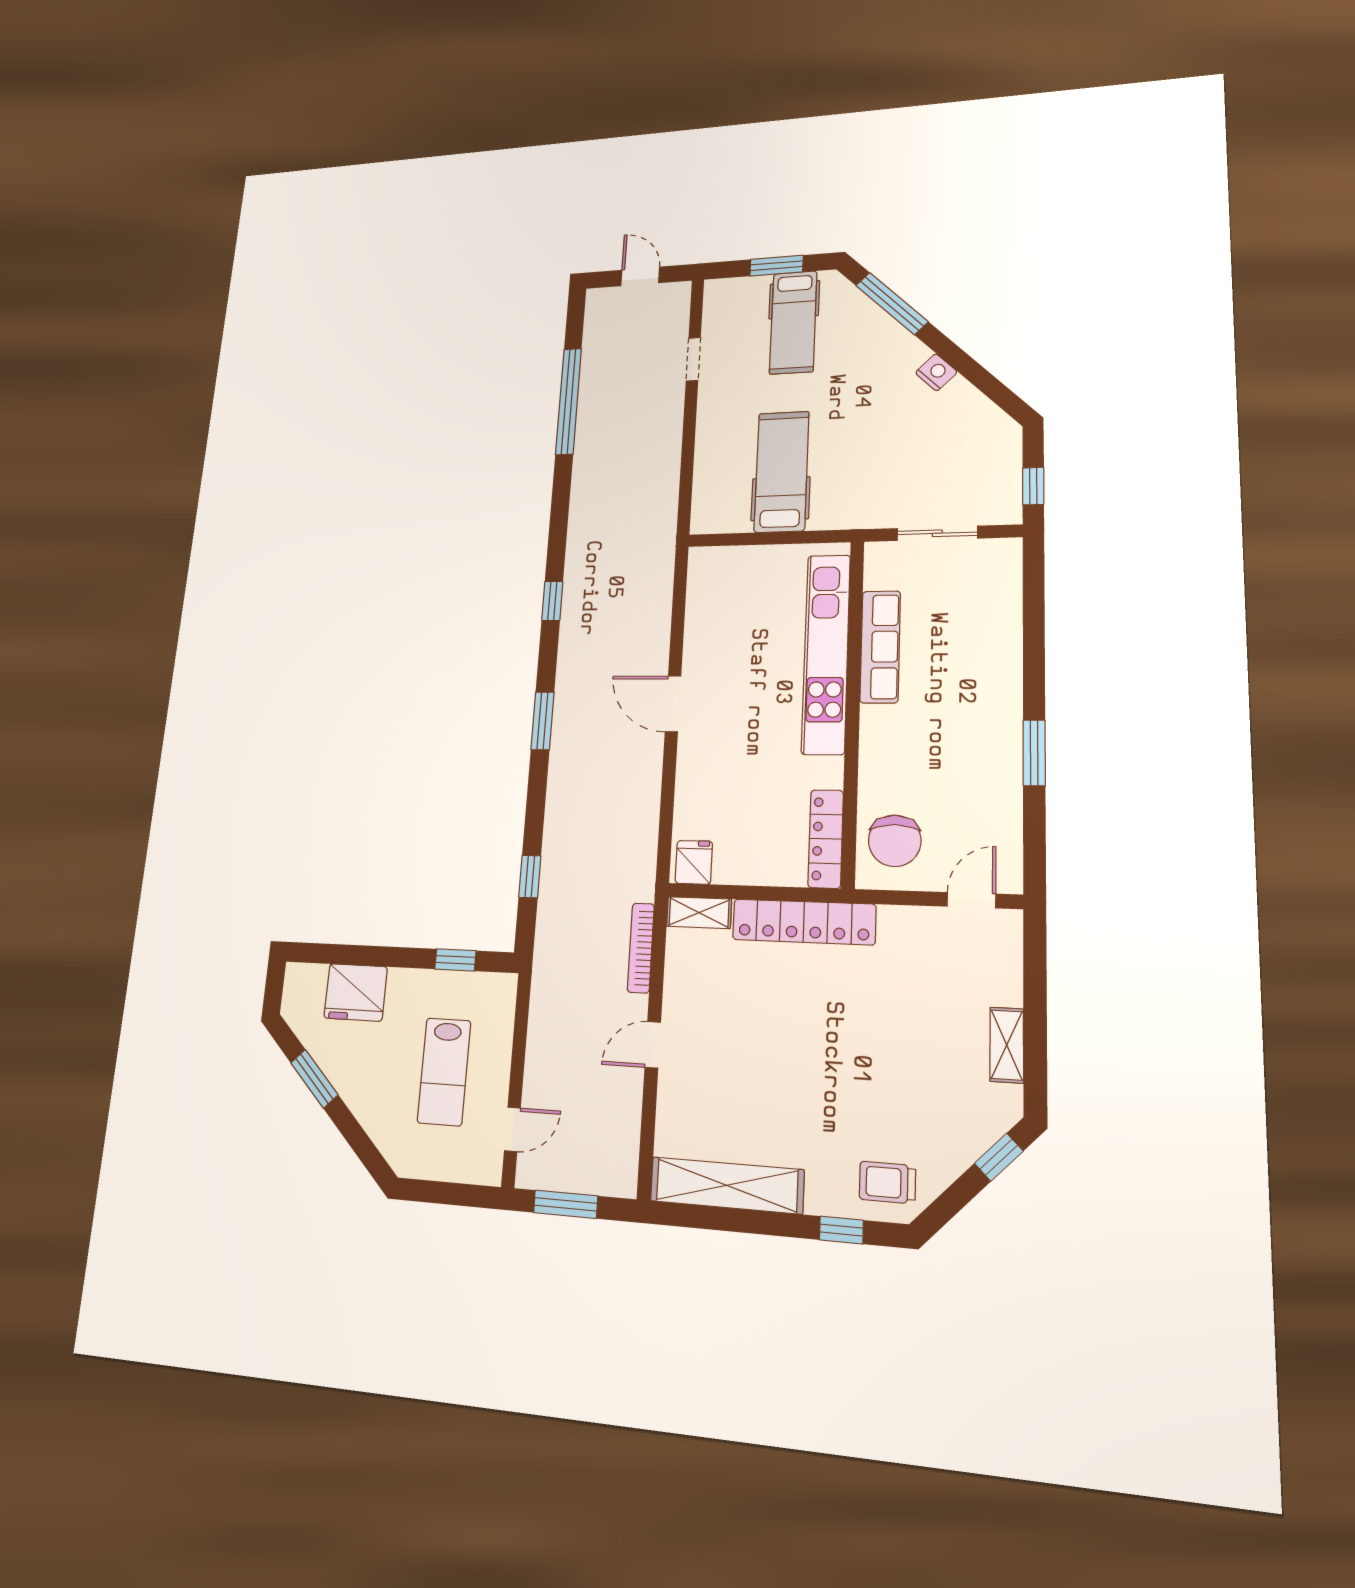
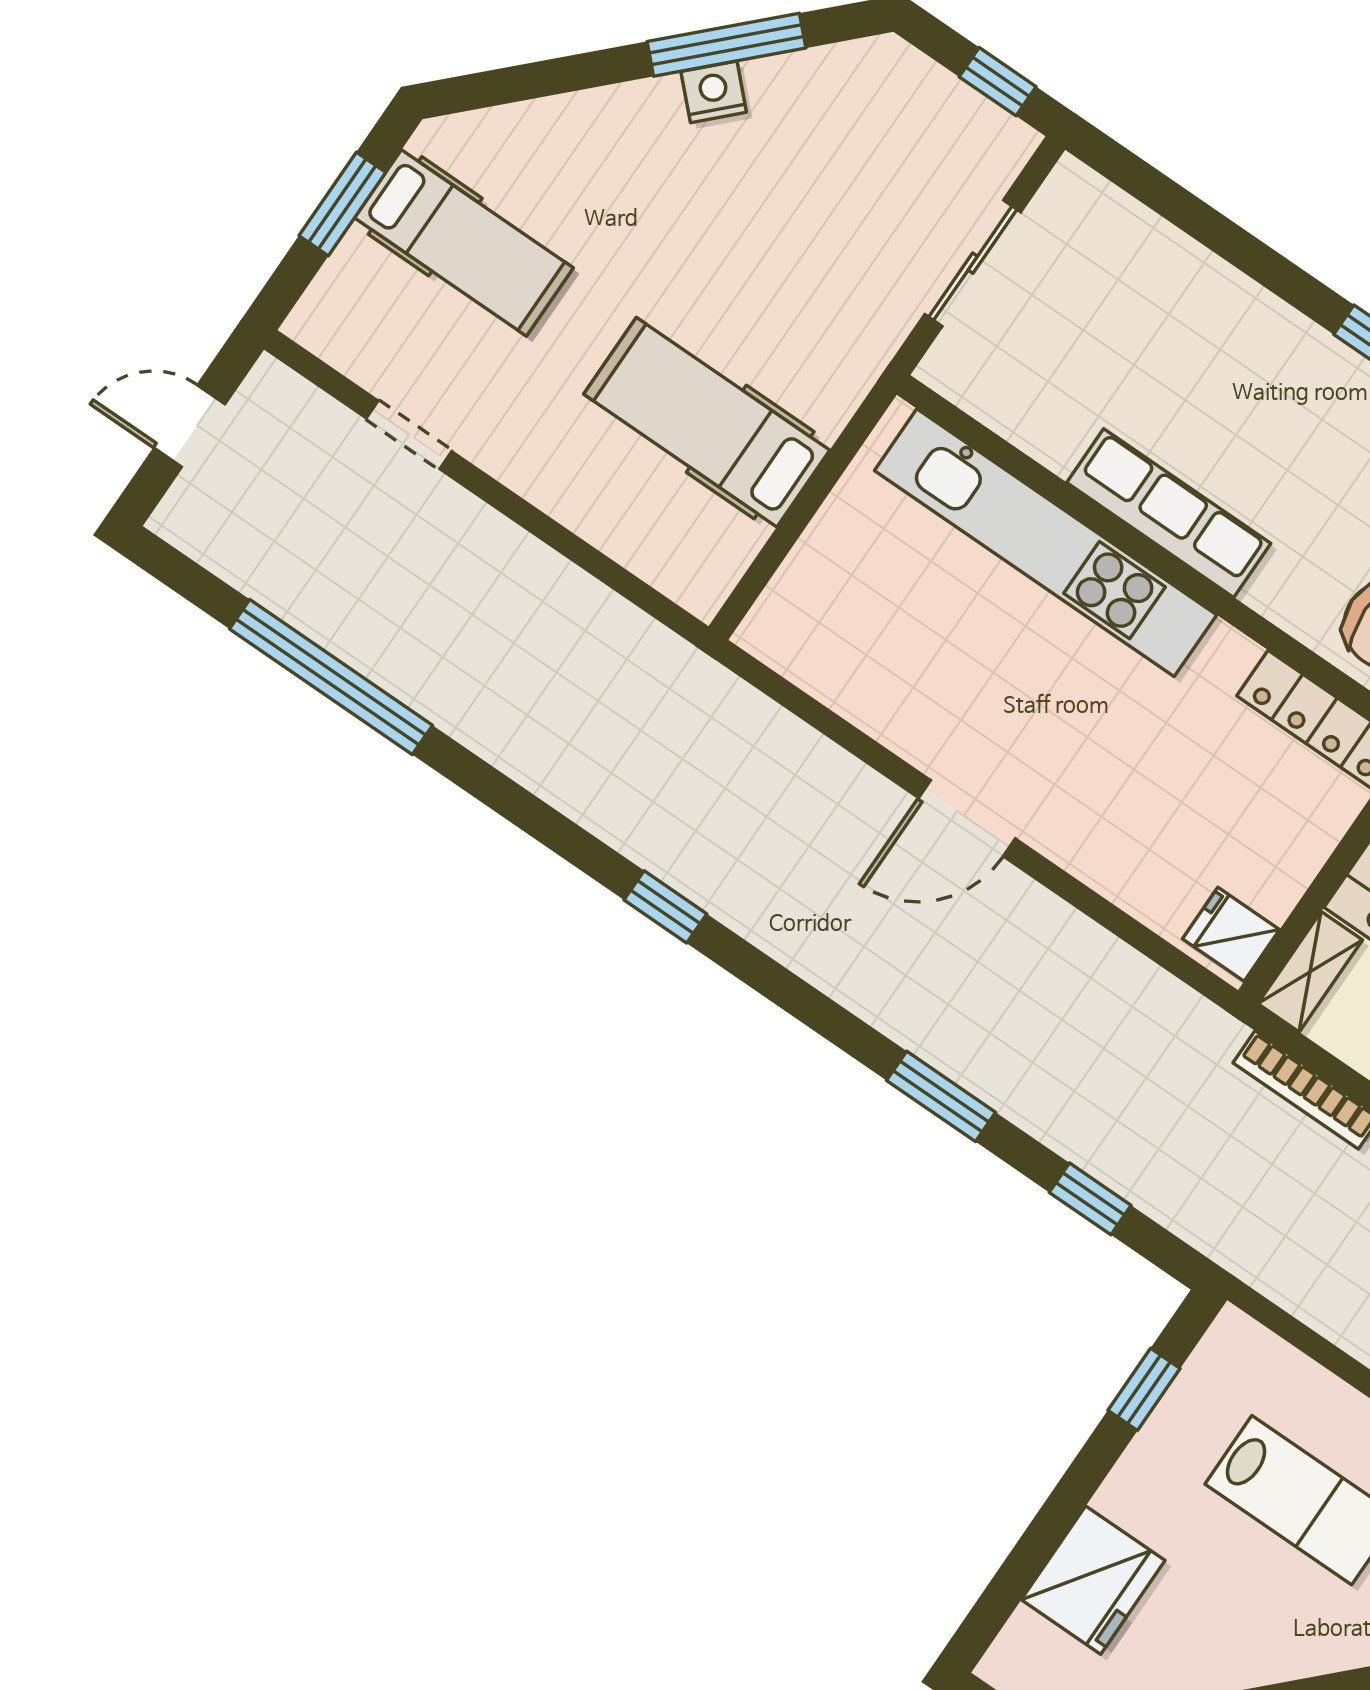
window: (892, 303) -> (727, 45), moved
row of seats: (880, 647) -> (1169, 513), moved
window: (542, 721) -> (941, 1096), moved

